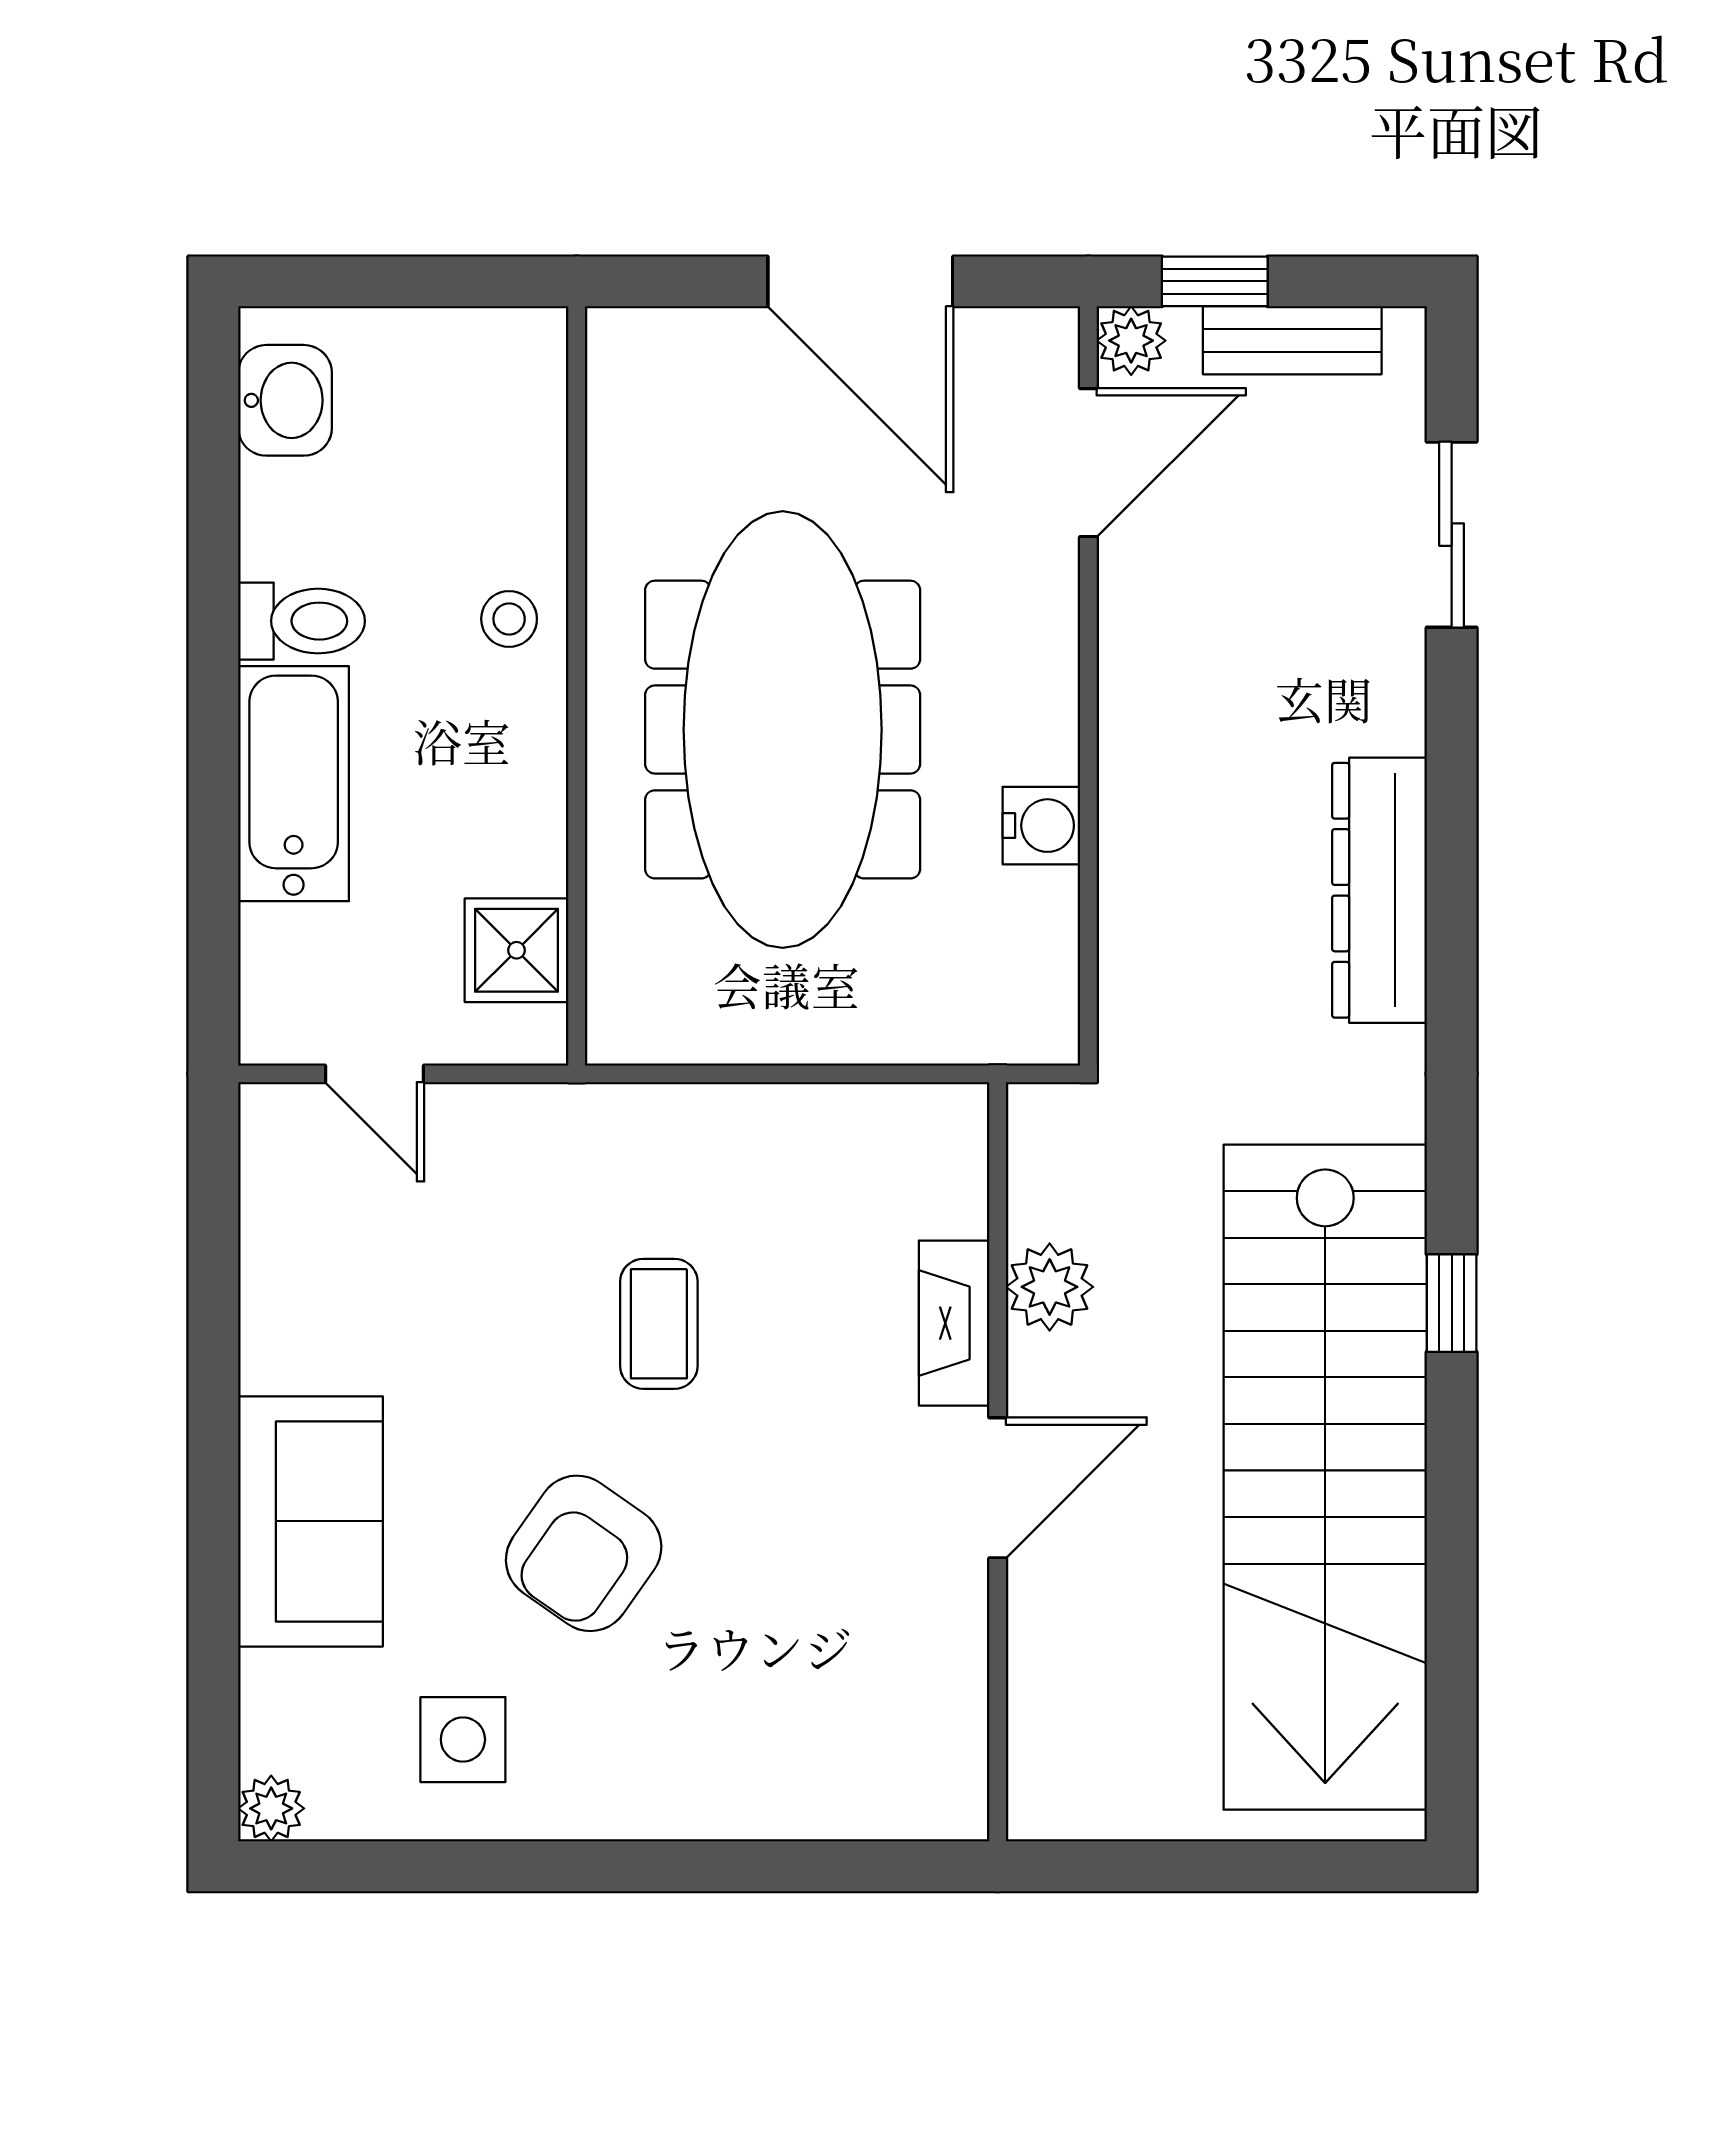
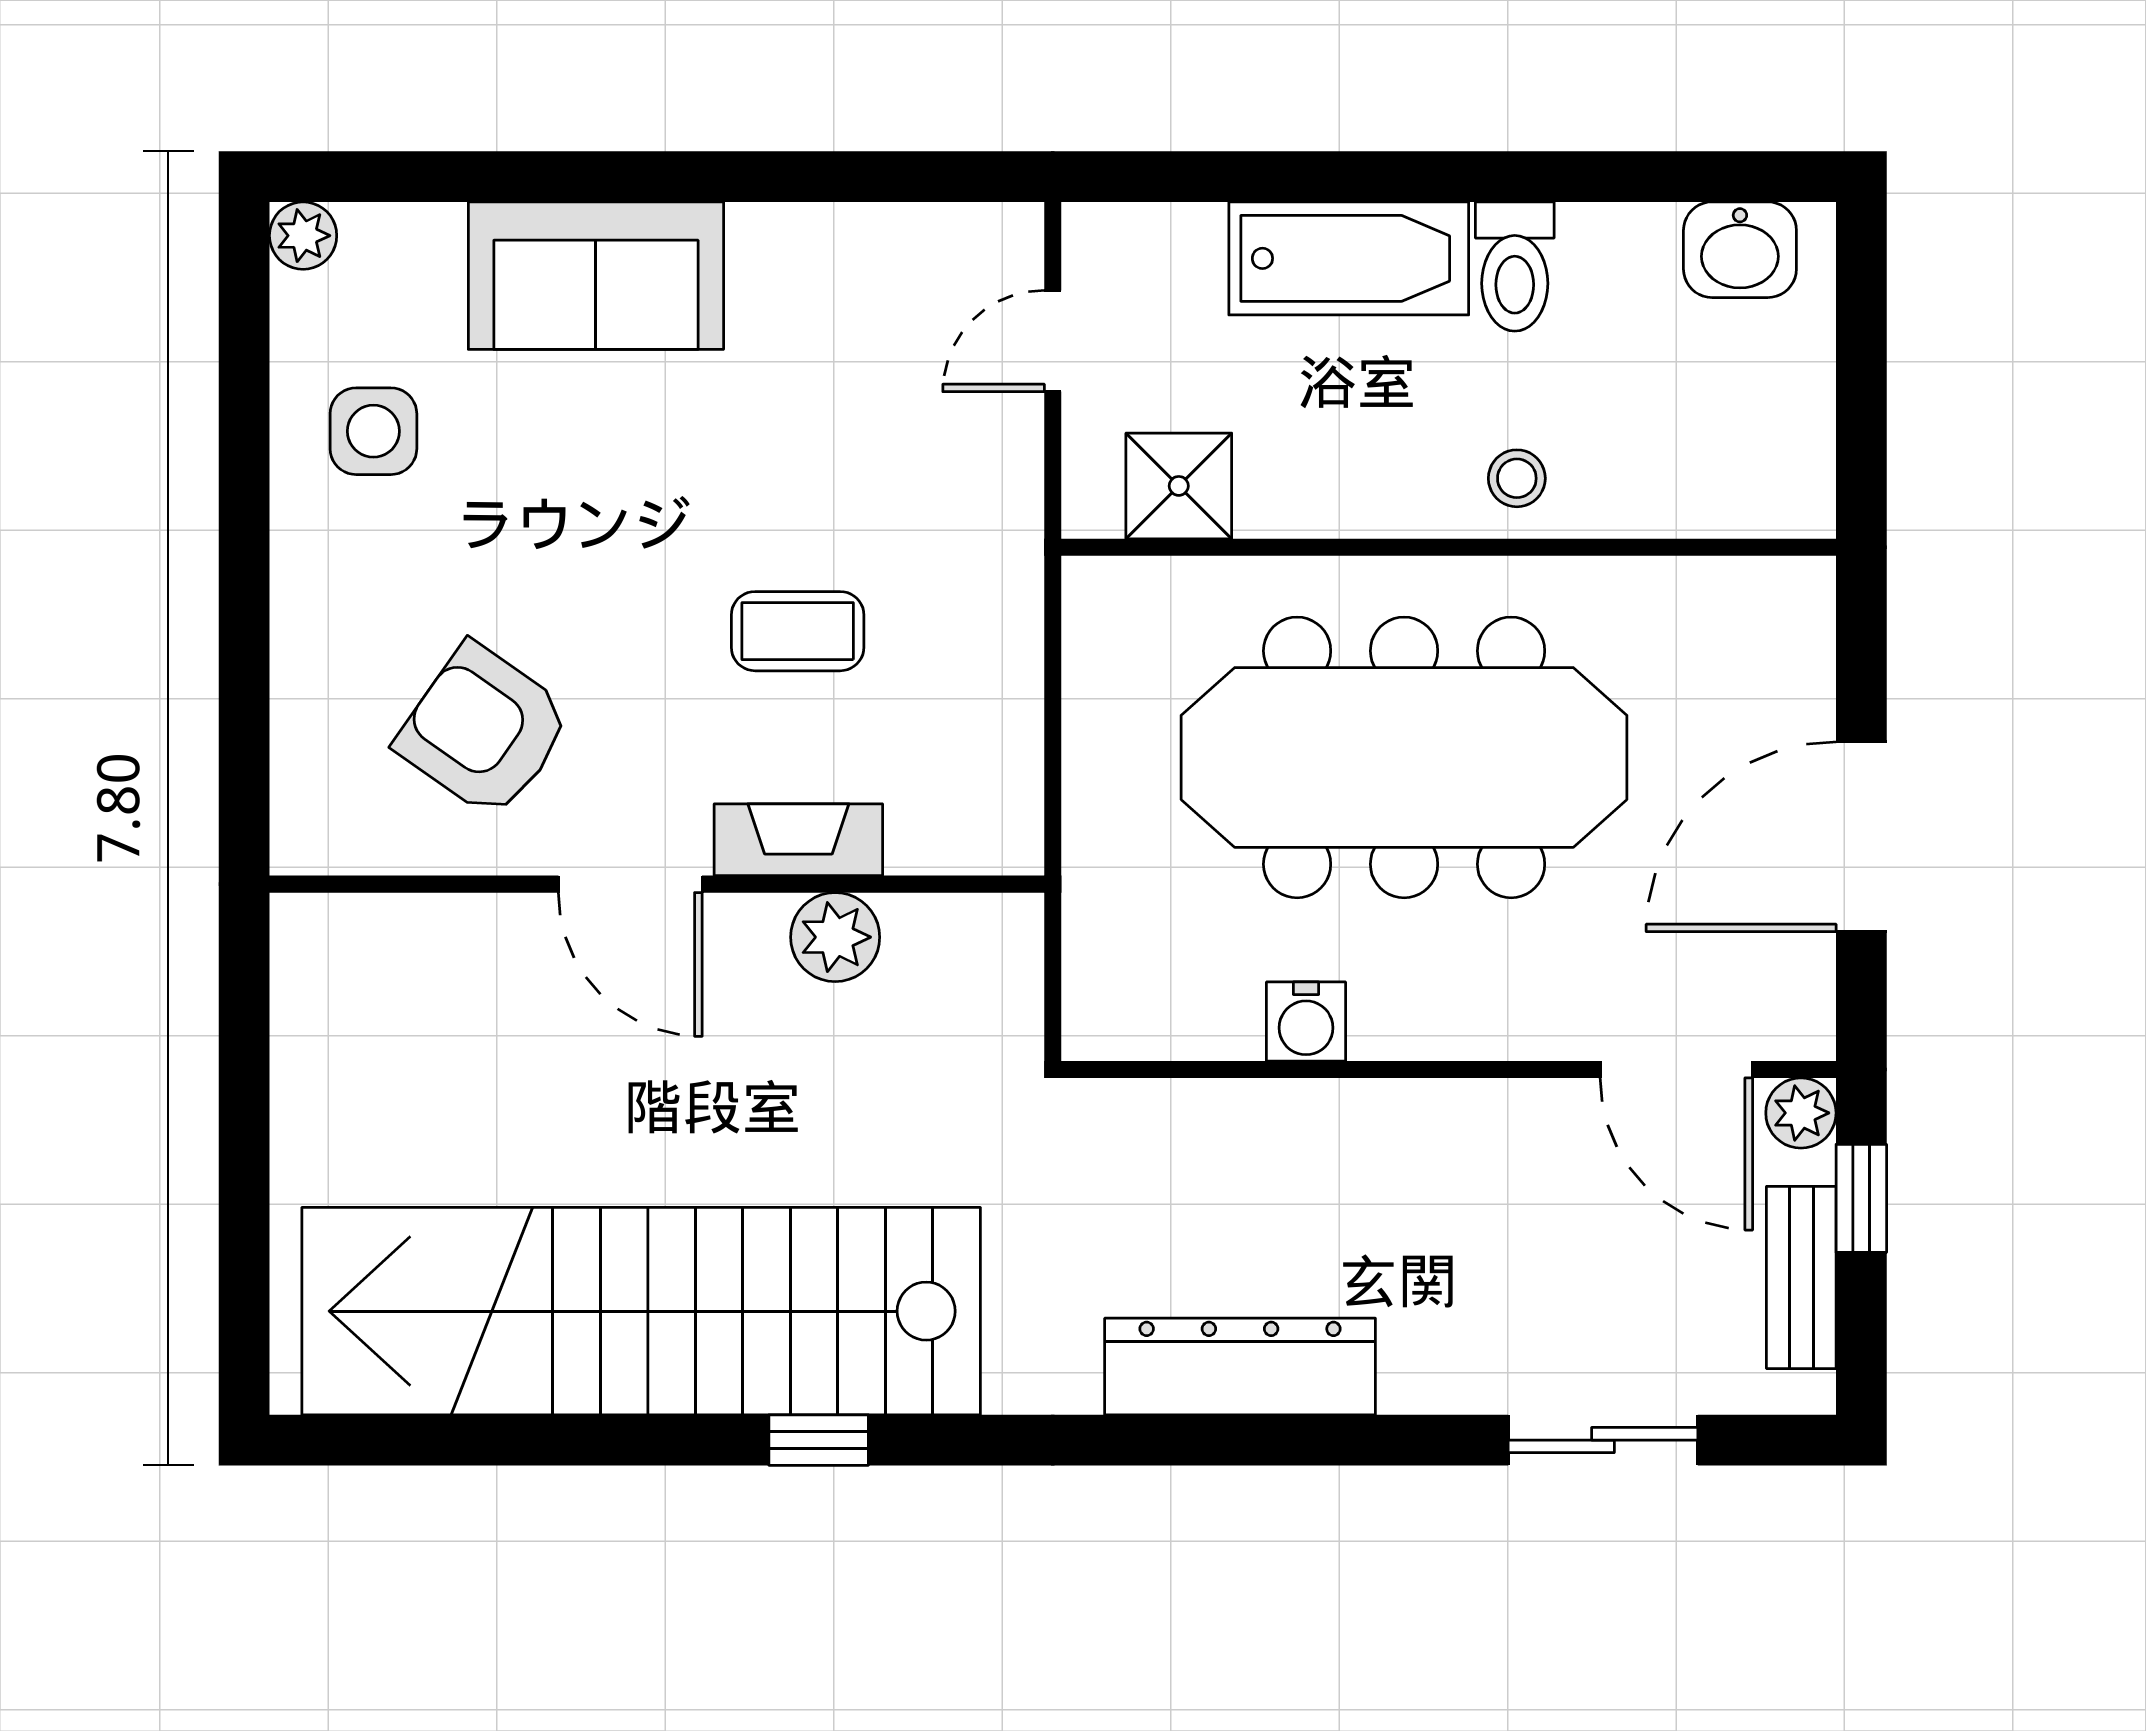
plant: (1050, 1287) -> (835, 937), moved
fireplace: (954, 1323) -> (798, 840), moved
wall: (998, 1462) -> (657, 884), moved
door: (998, 1488) -> (630, 884), moved
armchair: (584, 1553) -> (484, 731), moved

